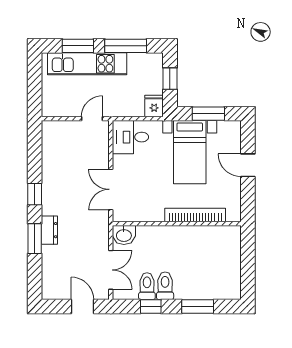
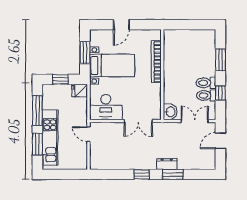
desk: (130, 137) -> (106, 107), width x1.37

